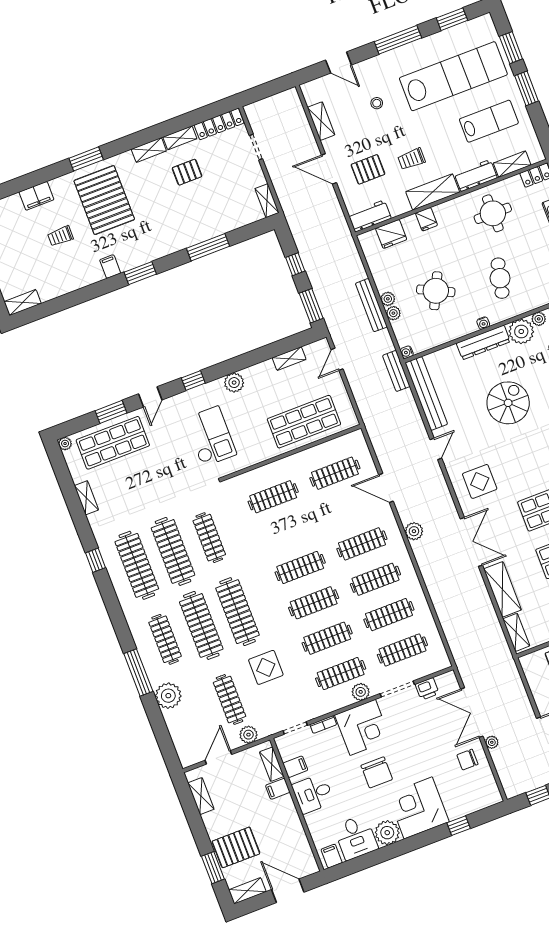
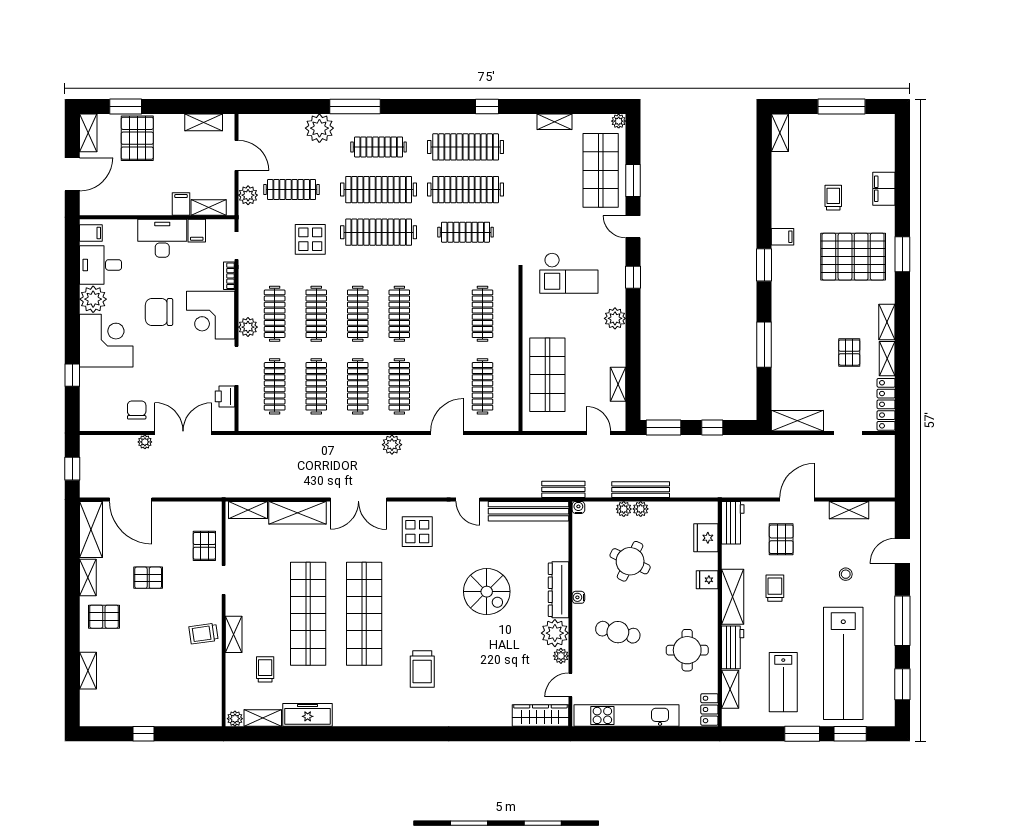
shelving: (267, 201) -> (797, 421), width x1.50, depth x1.33
desk: (313, 794) -> (162, 238), width x1.37

